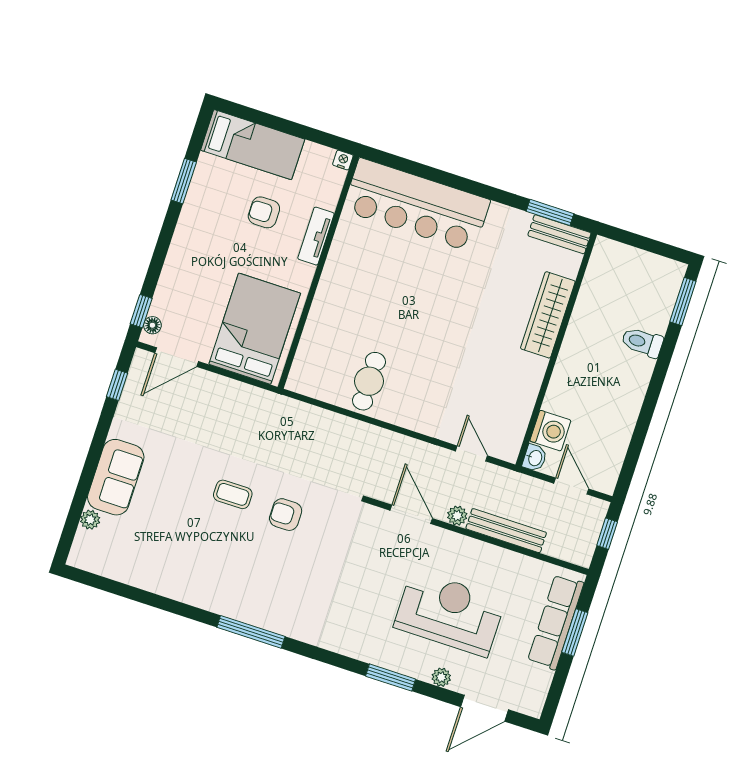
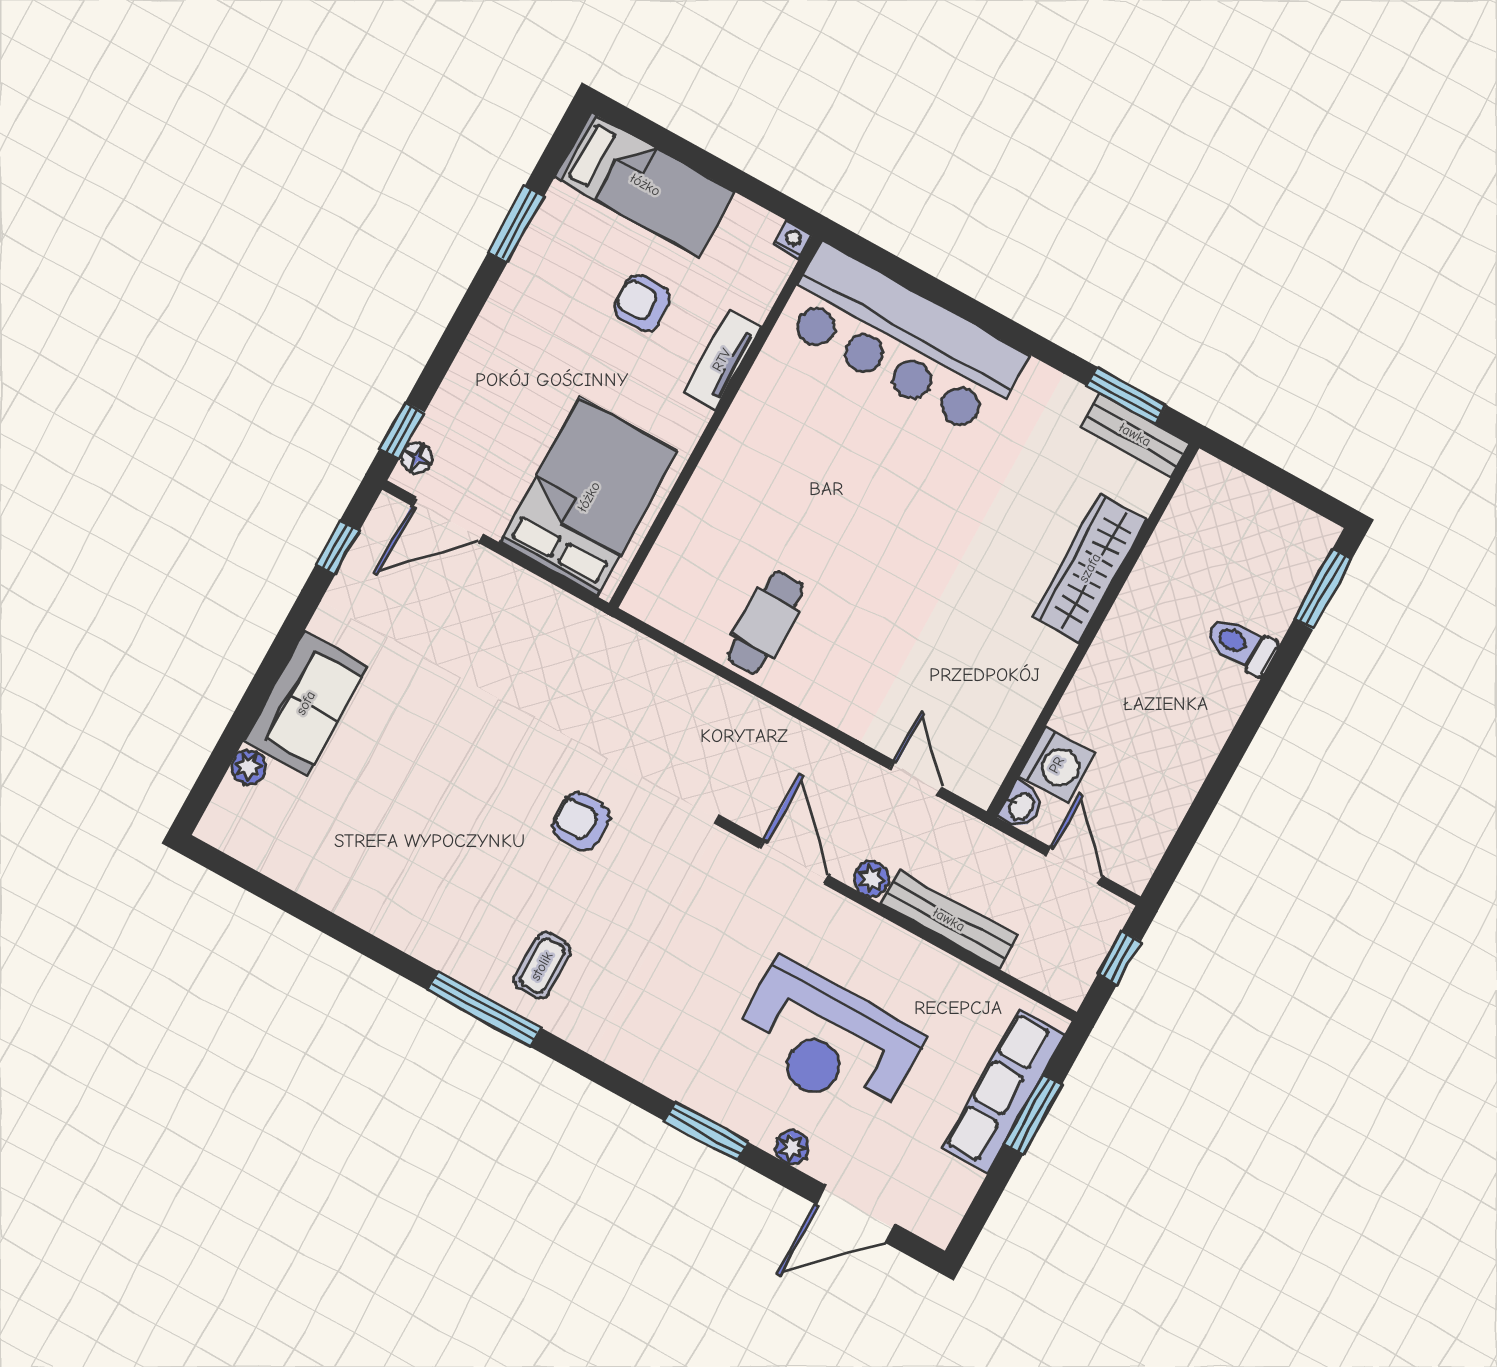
coffee table: (233, 494) -> (542, 966), moved, turned 90
reception desk: (450, 613) -> (827, 1042), turned 180

